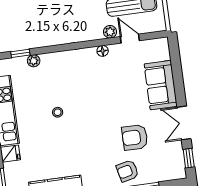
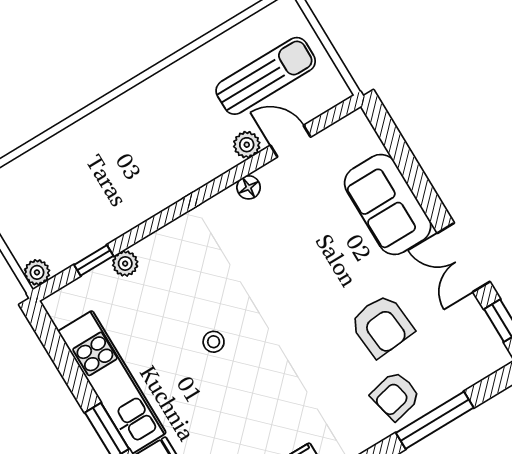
armchair: (135, 137) -> (382, 326), turned -95

